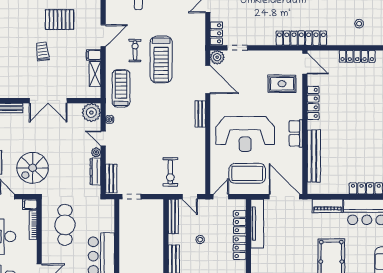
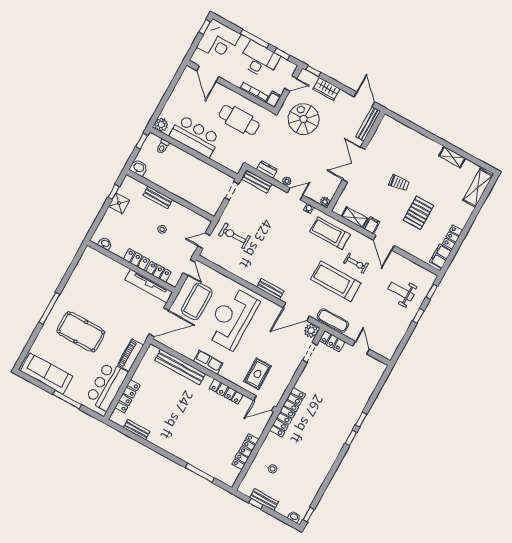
exercise mat: (197, 43) -> (333, 321), added
treadmill: (121, 88) -> (330, 233), turned 180
plant: (91, 113) -> (325, 202), width x0.53, depth x0.53
dresser: (95, 172) -> (267, 170), width x0.70
bench: (173, 216) -> (195, 217), removed

